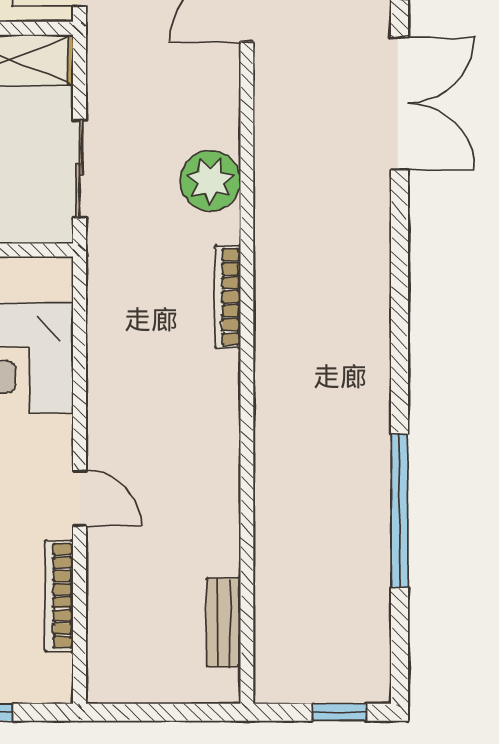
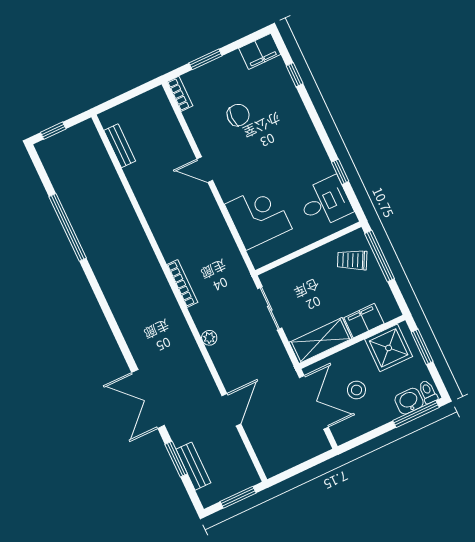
plant: (210, 181) -> (209, 338), width x0.53, depth x0.53
bookcase: (59, 596) -> (180, 94), moved, width x0.64

